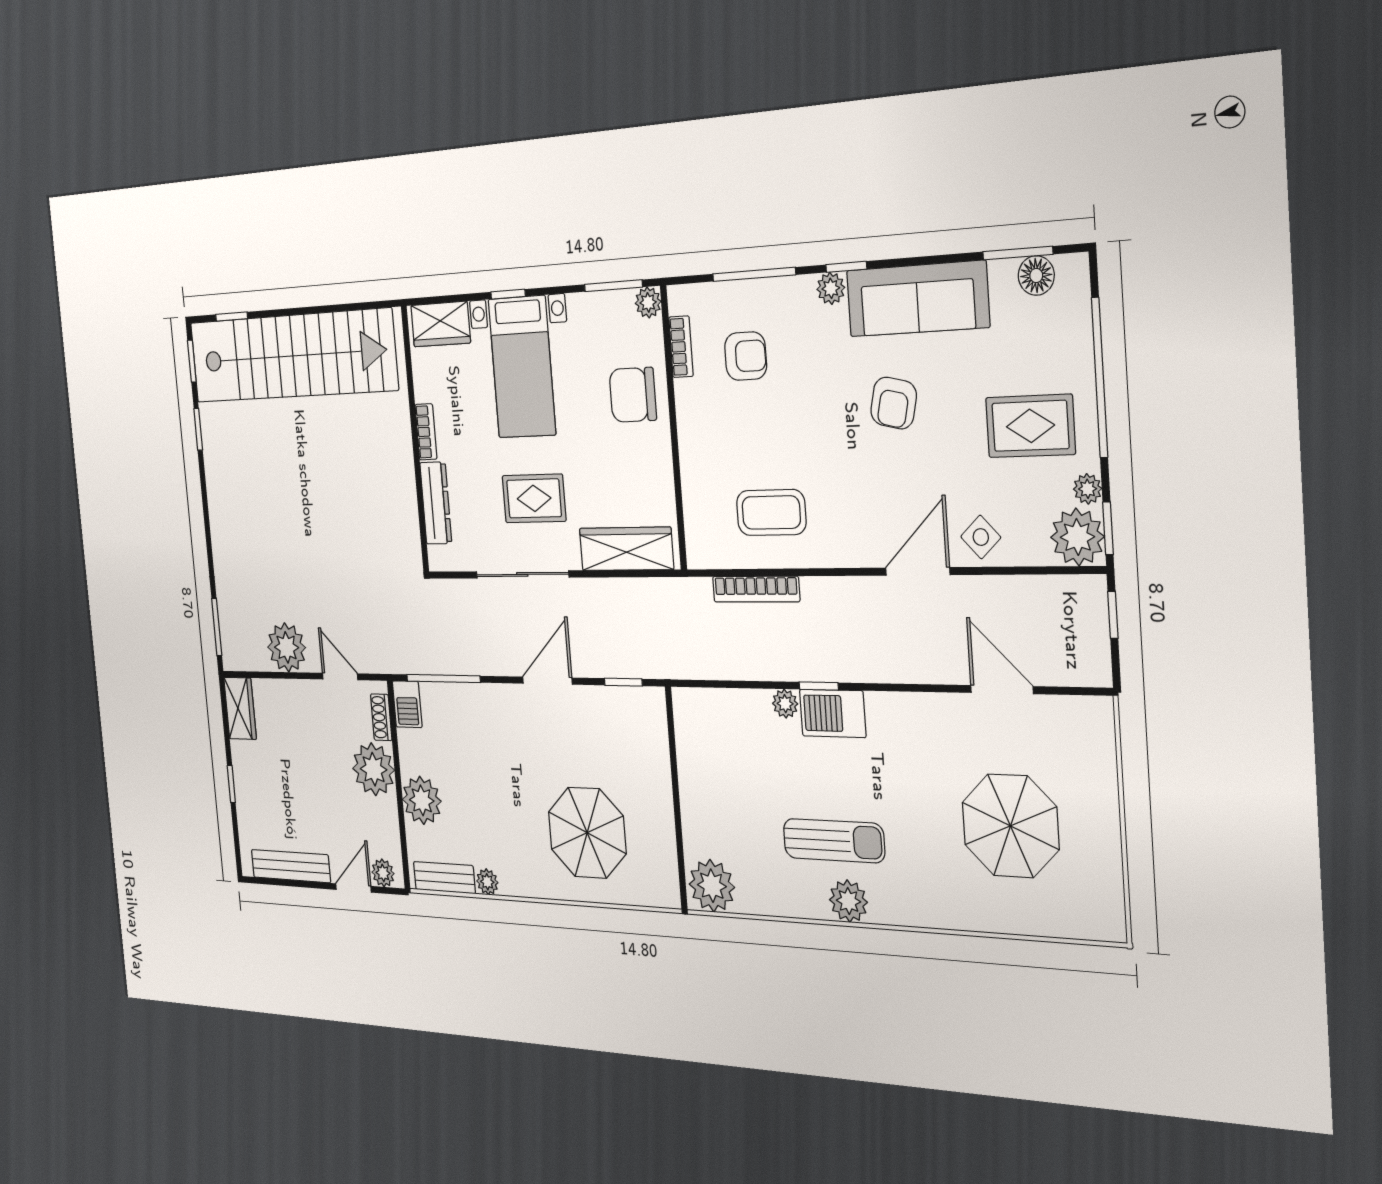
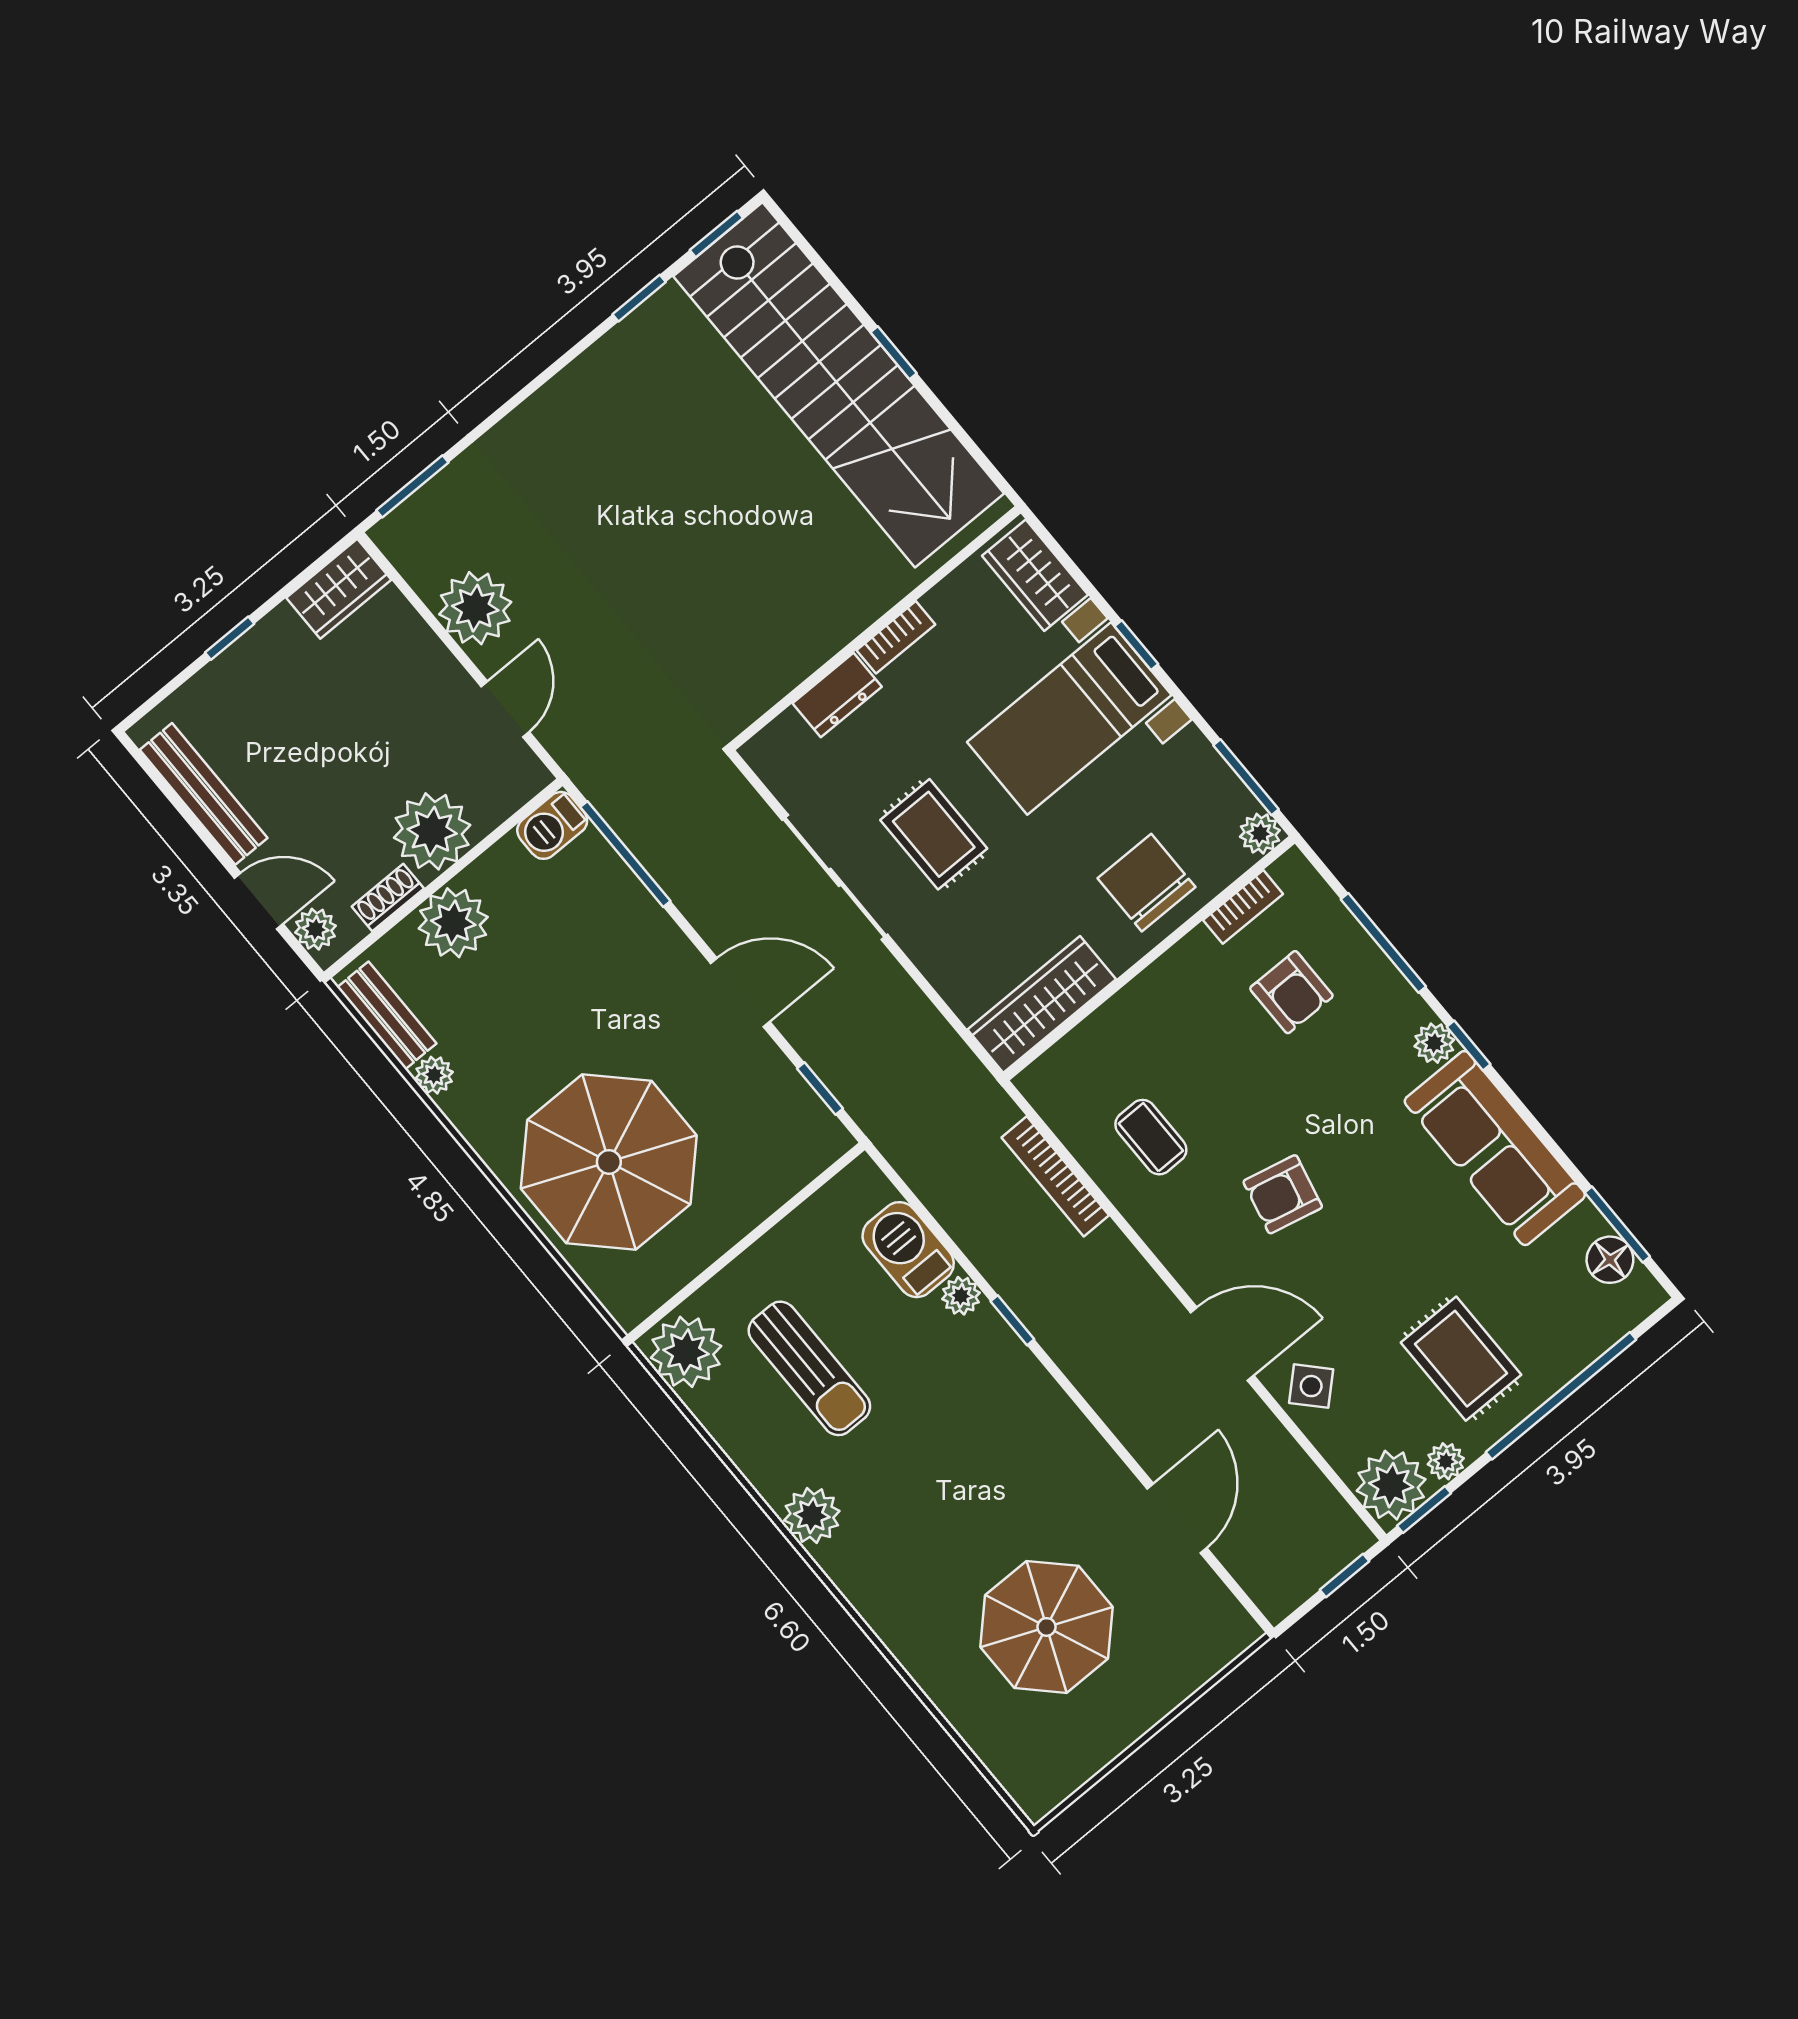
window: (232, 317) -> (894, 353), moved
armchair: (894, 403) -> (1283, 1194), moved
dresser: (436, 503) -> (837, 695), width x0.70
coffee table: (771, 512) -> (1151, 1137), width x0.73, depth x0.77
wardrobe: (626, 549) -> (1042, 1004), moved, turned -90
barbecue: (833, 713) -> (908, 1250), moved
shoe rack: (381, 717) -> (388, 897), moved
parasol: (587, 833) -> (609, 1162), width x1.36, depth x1.36
sun lounger: (834, 841) -> (809, 1368), moved

